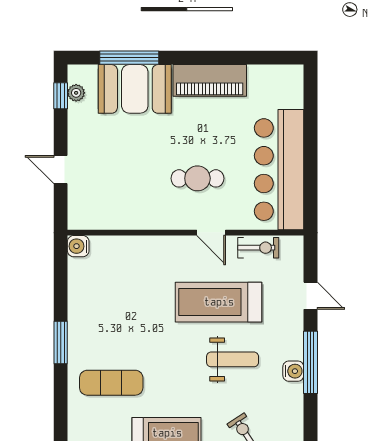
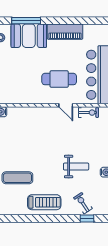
cafe table: (197, 178) -> (59, 79), width x1.37, depth x1.35
treadmill: (219, 302) -> (69, 139), removed

